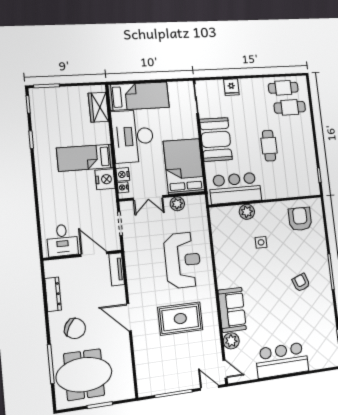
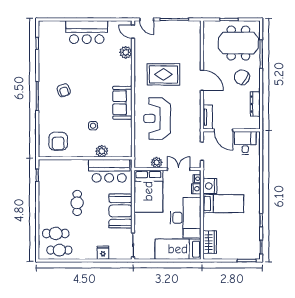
sofa: (232, 310) -> (122, 103), moved

